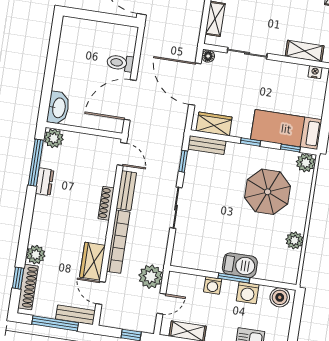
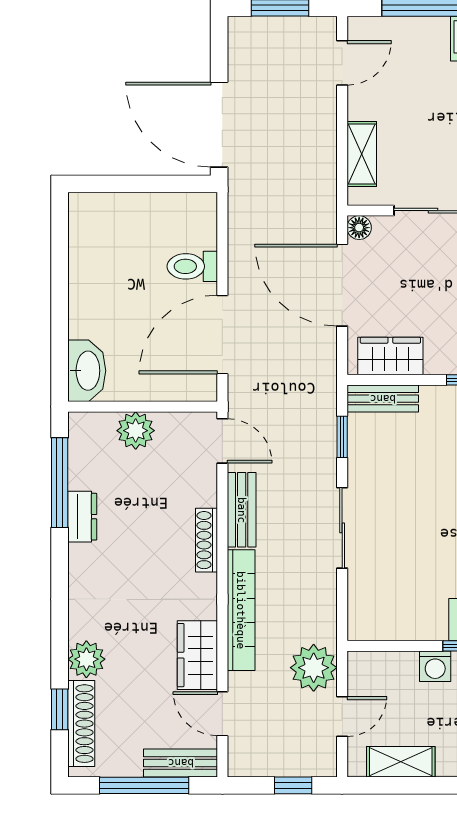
plant: (54, 138) -> (136, 431), moved

